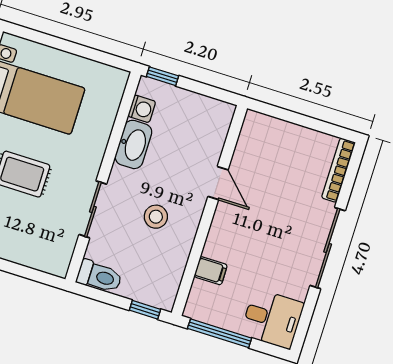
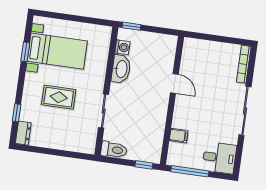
stool: (156, 217) -> (141, 109), removed

